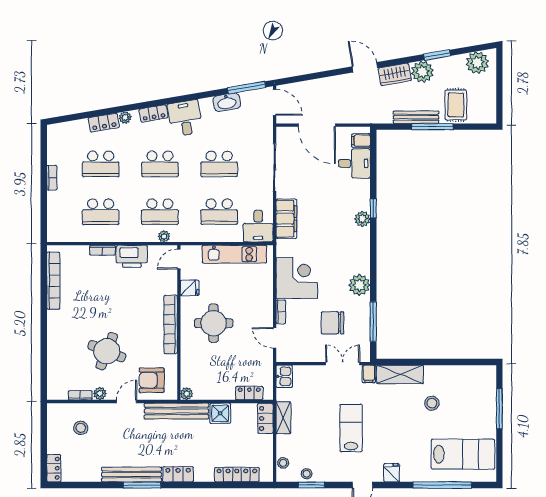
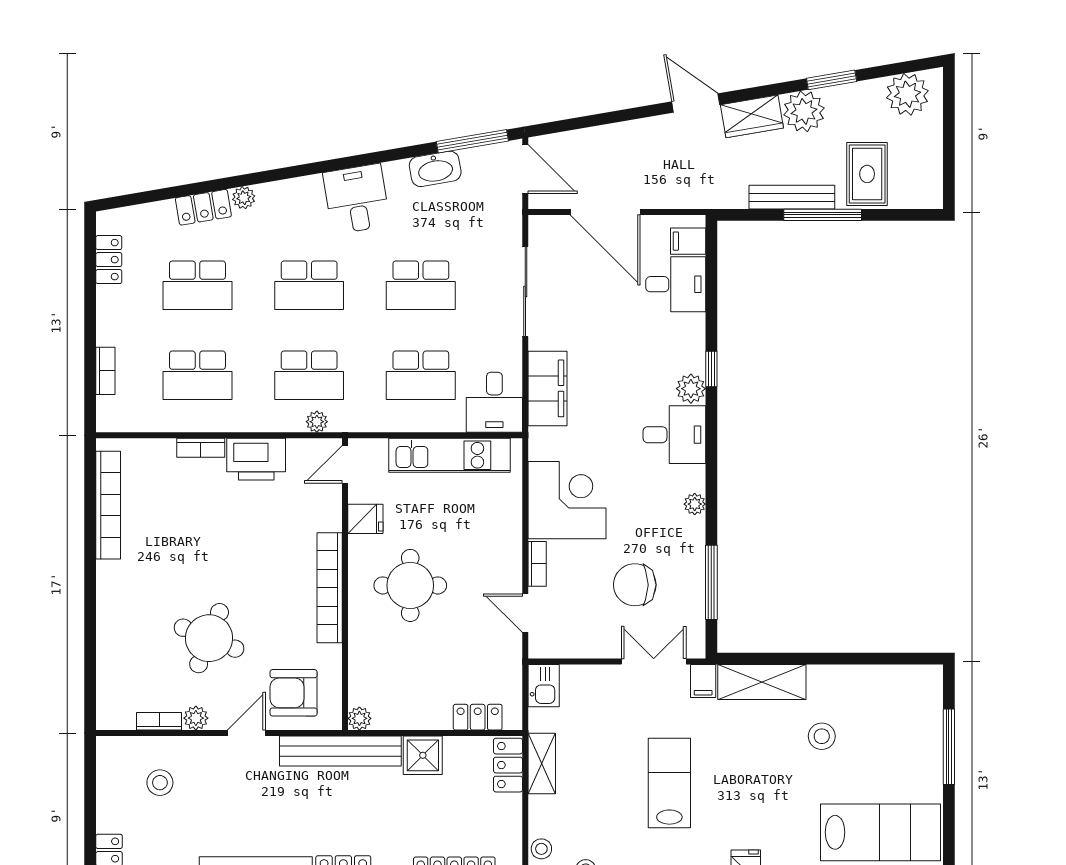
locker: (153, 113) -> (109, 260), moved, turned -80
bookcase: (52, 178) -> (105, 371), moved
desk: (354, 243) -> (674, 435), added
plant: (359, 285) -> (695, 504), width x0.53, depth x0.53

